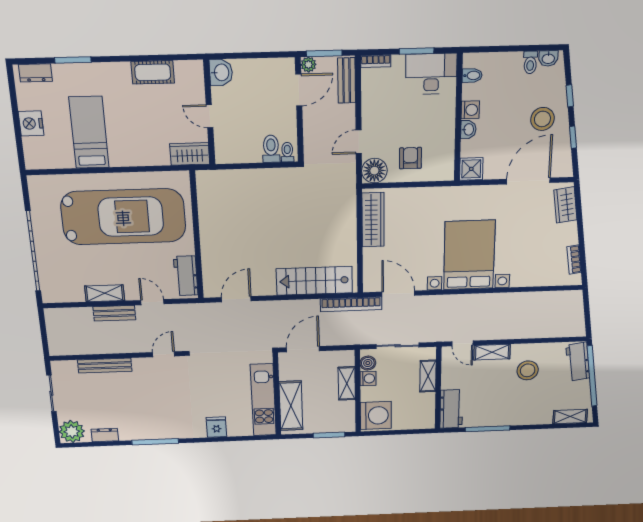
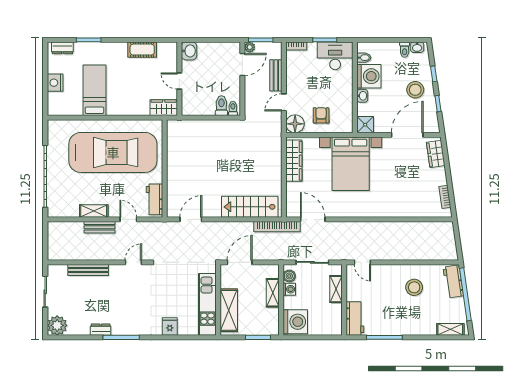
bench: (347, 80) -> (276, 75), moved
washing machine: (470, 110) -> (369, 76), width x1.89, depth x1.89
bed with nightstands: (469, 255) -> (351, 164), moved, turned 180
shelving: (492, 352) -> (386, 271), removed
dresser: (105, 435) -> (101, 330), moved

